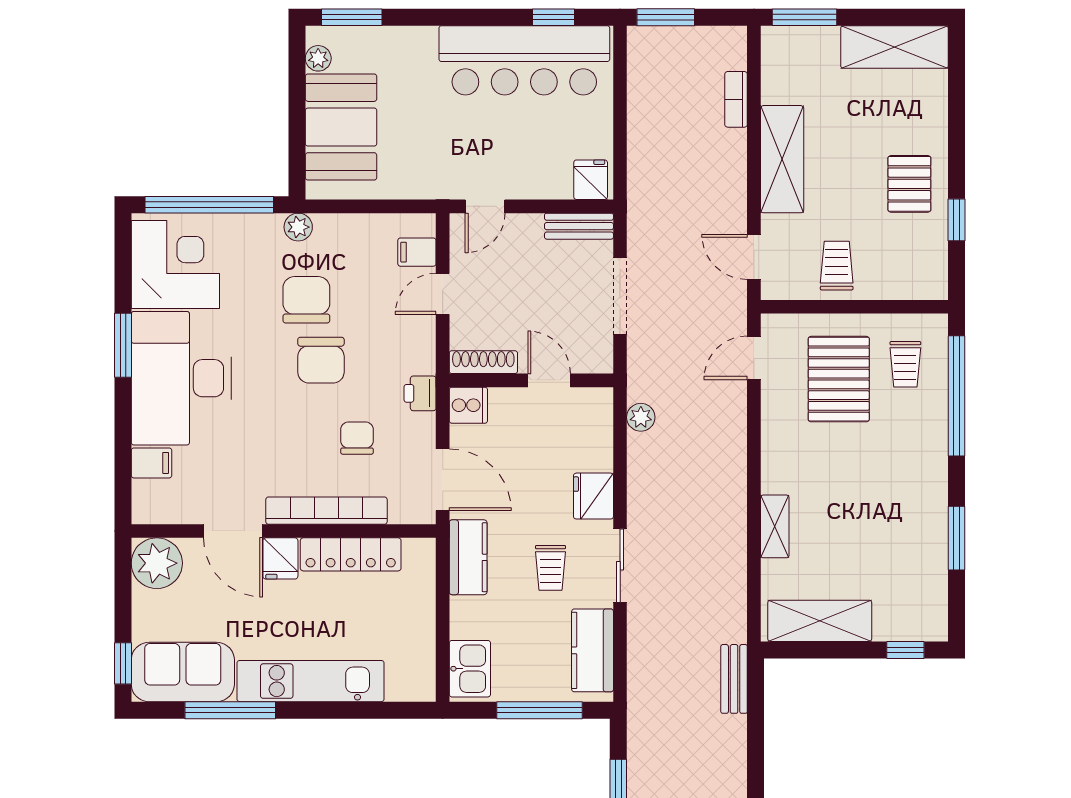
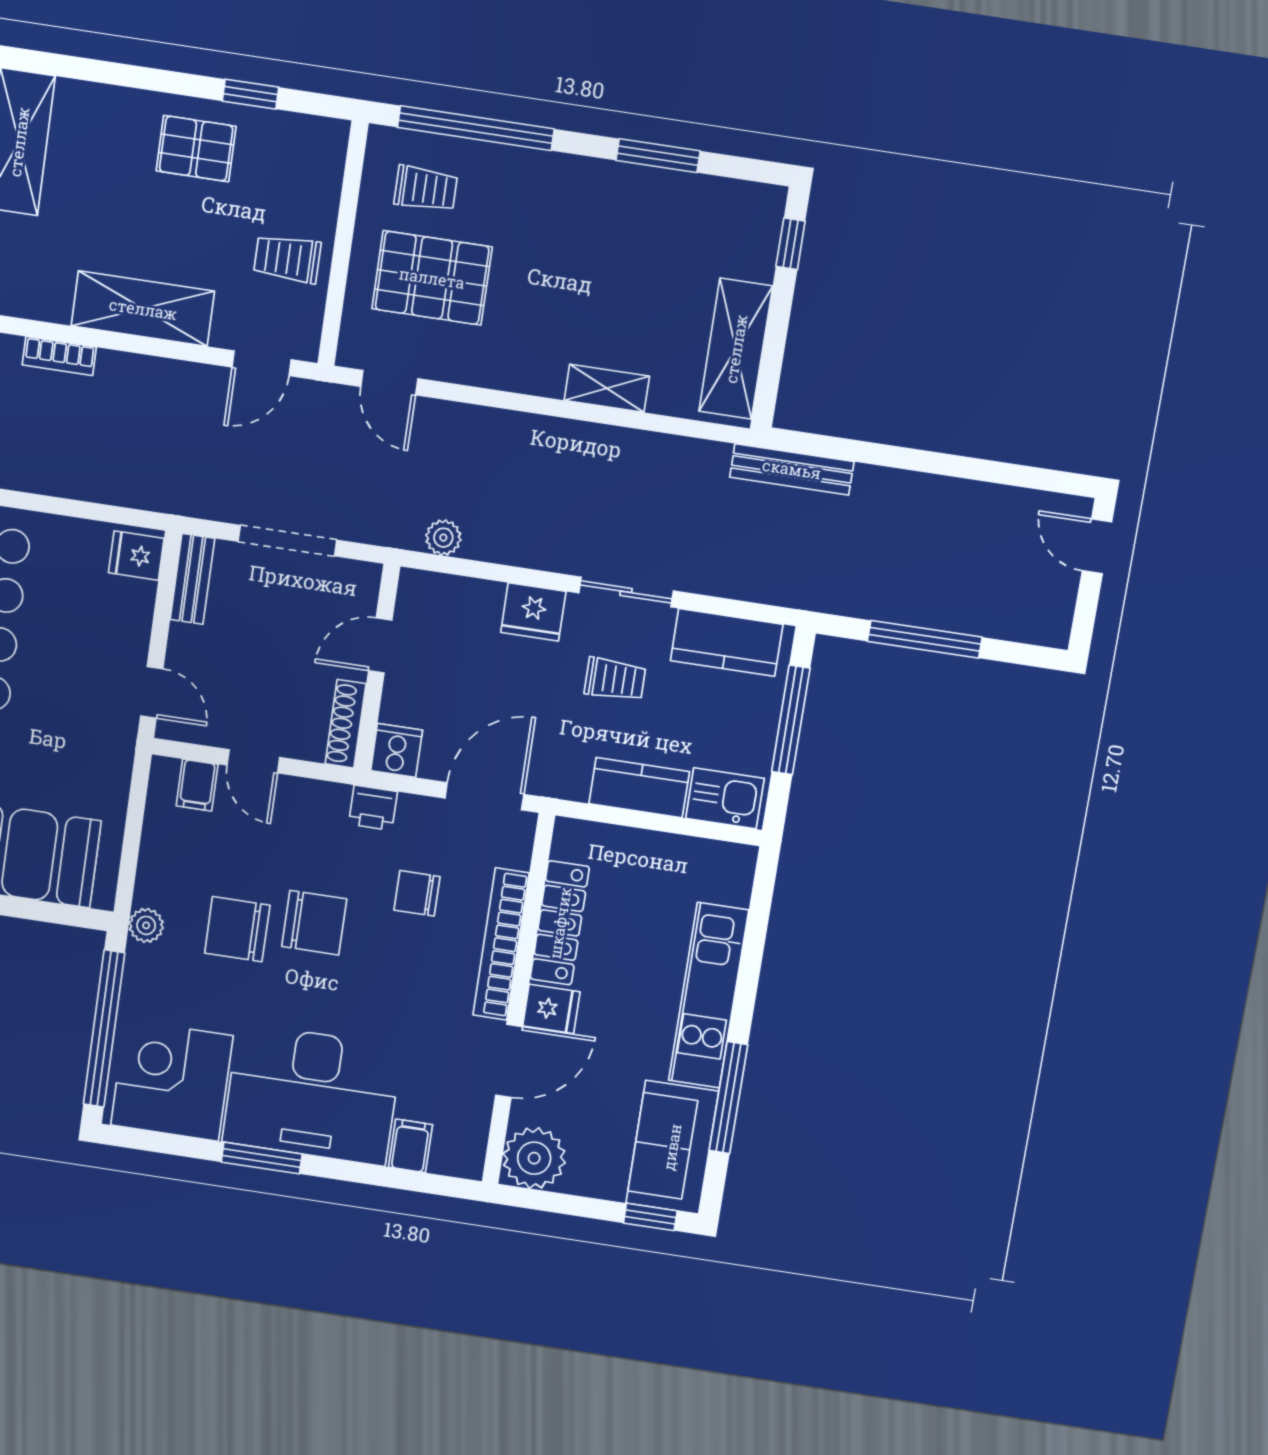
kitchen counter: (468, 557) -> (639, 788), moved
bench: (734, 679) -> (792, 469), width x1.36

